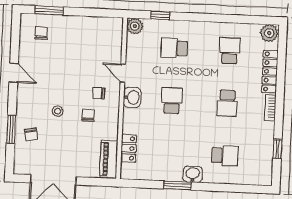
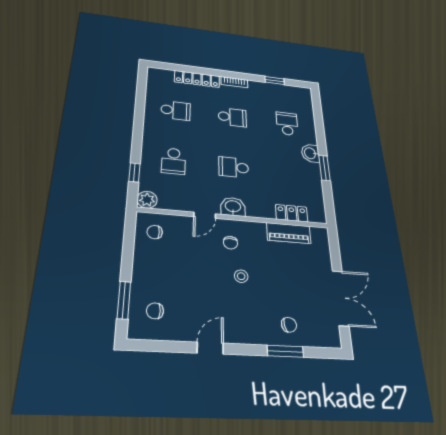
plant: (269, 33) -> (156, 76), removed
school desk: (230, 51) -> (176, 110), turned 180
stool: (58, 111) -> (241, 276), moved
chair: (88, 115) -> (155, 232), moved
piano: (109, 159) -> (289, 233), moved

